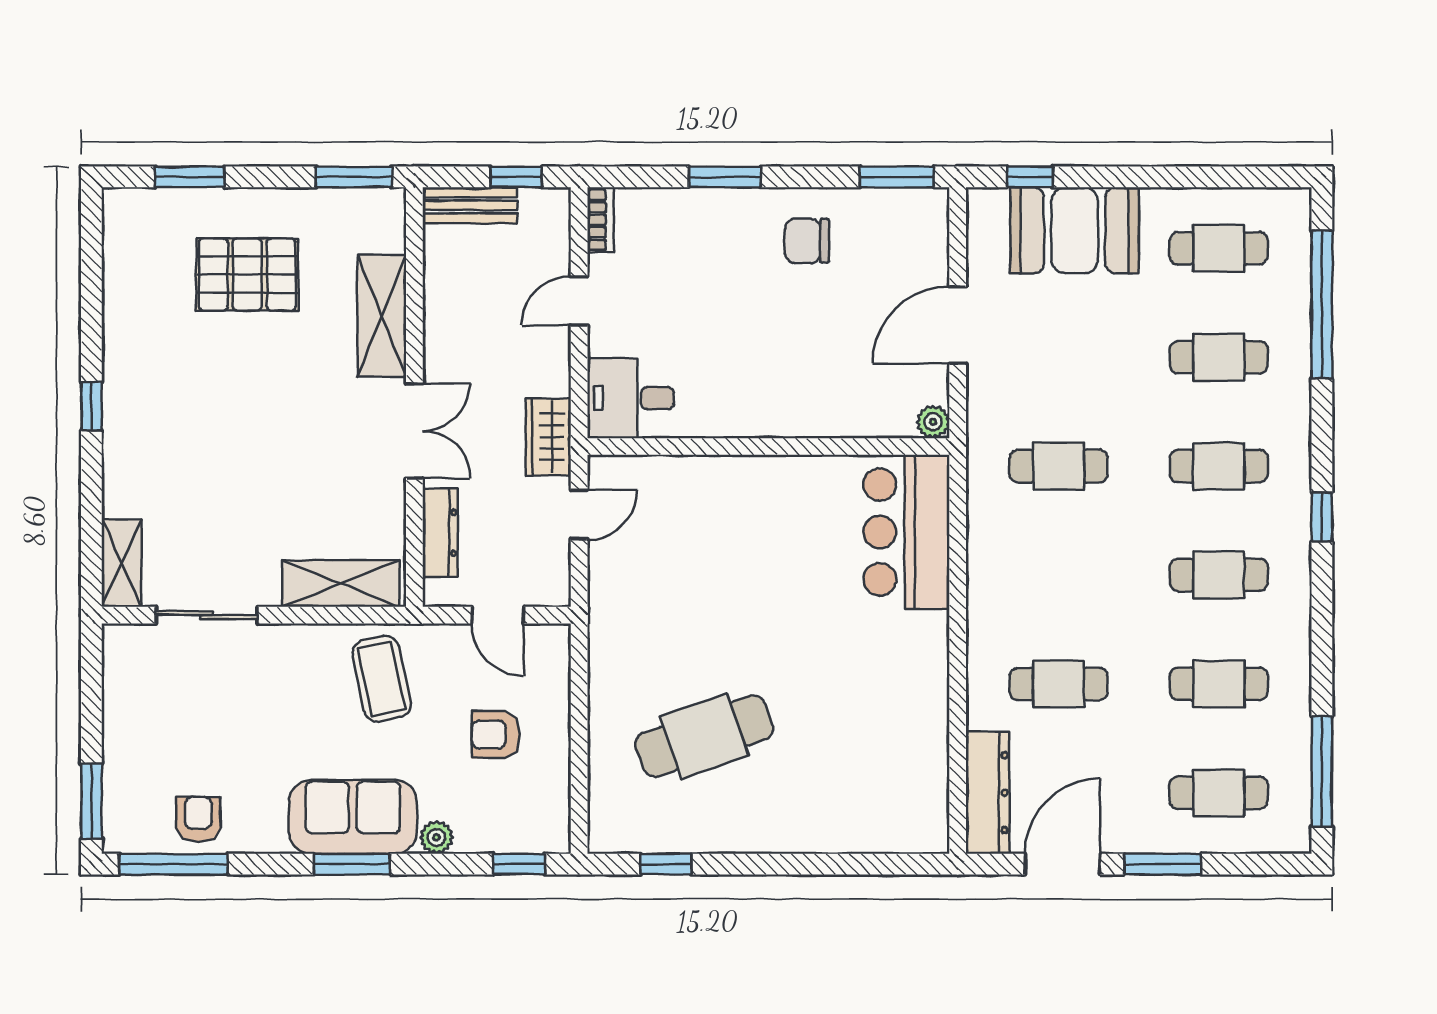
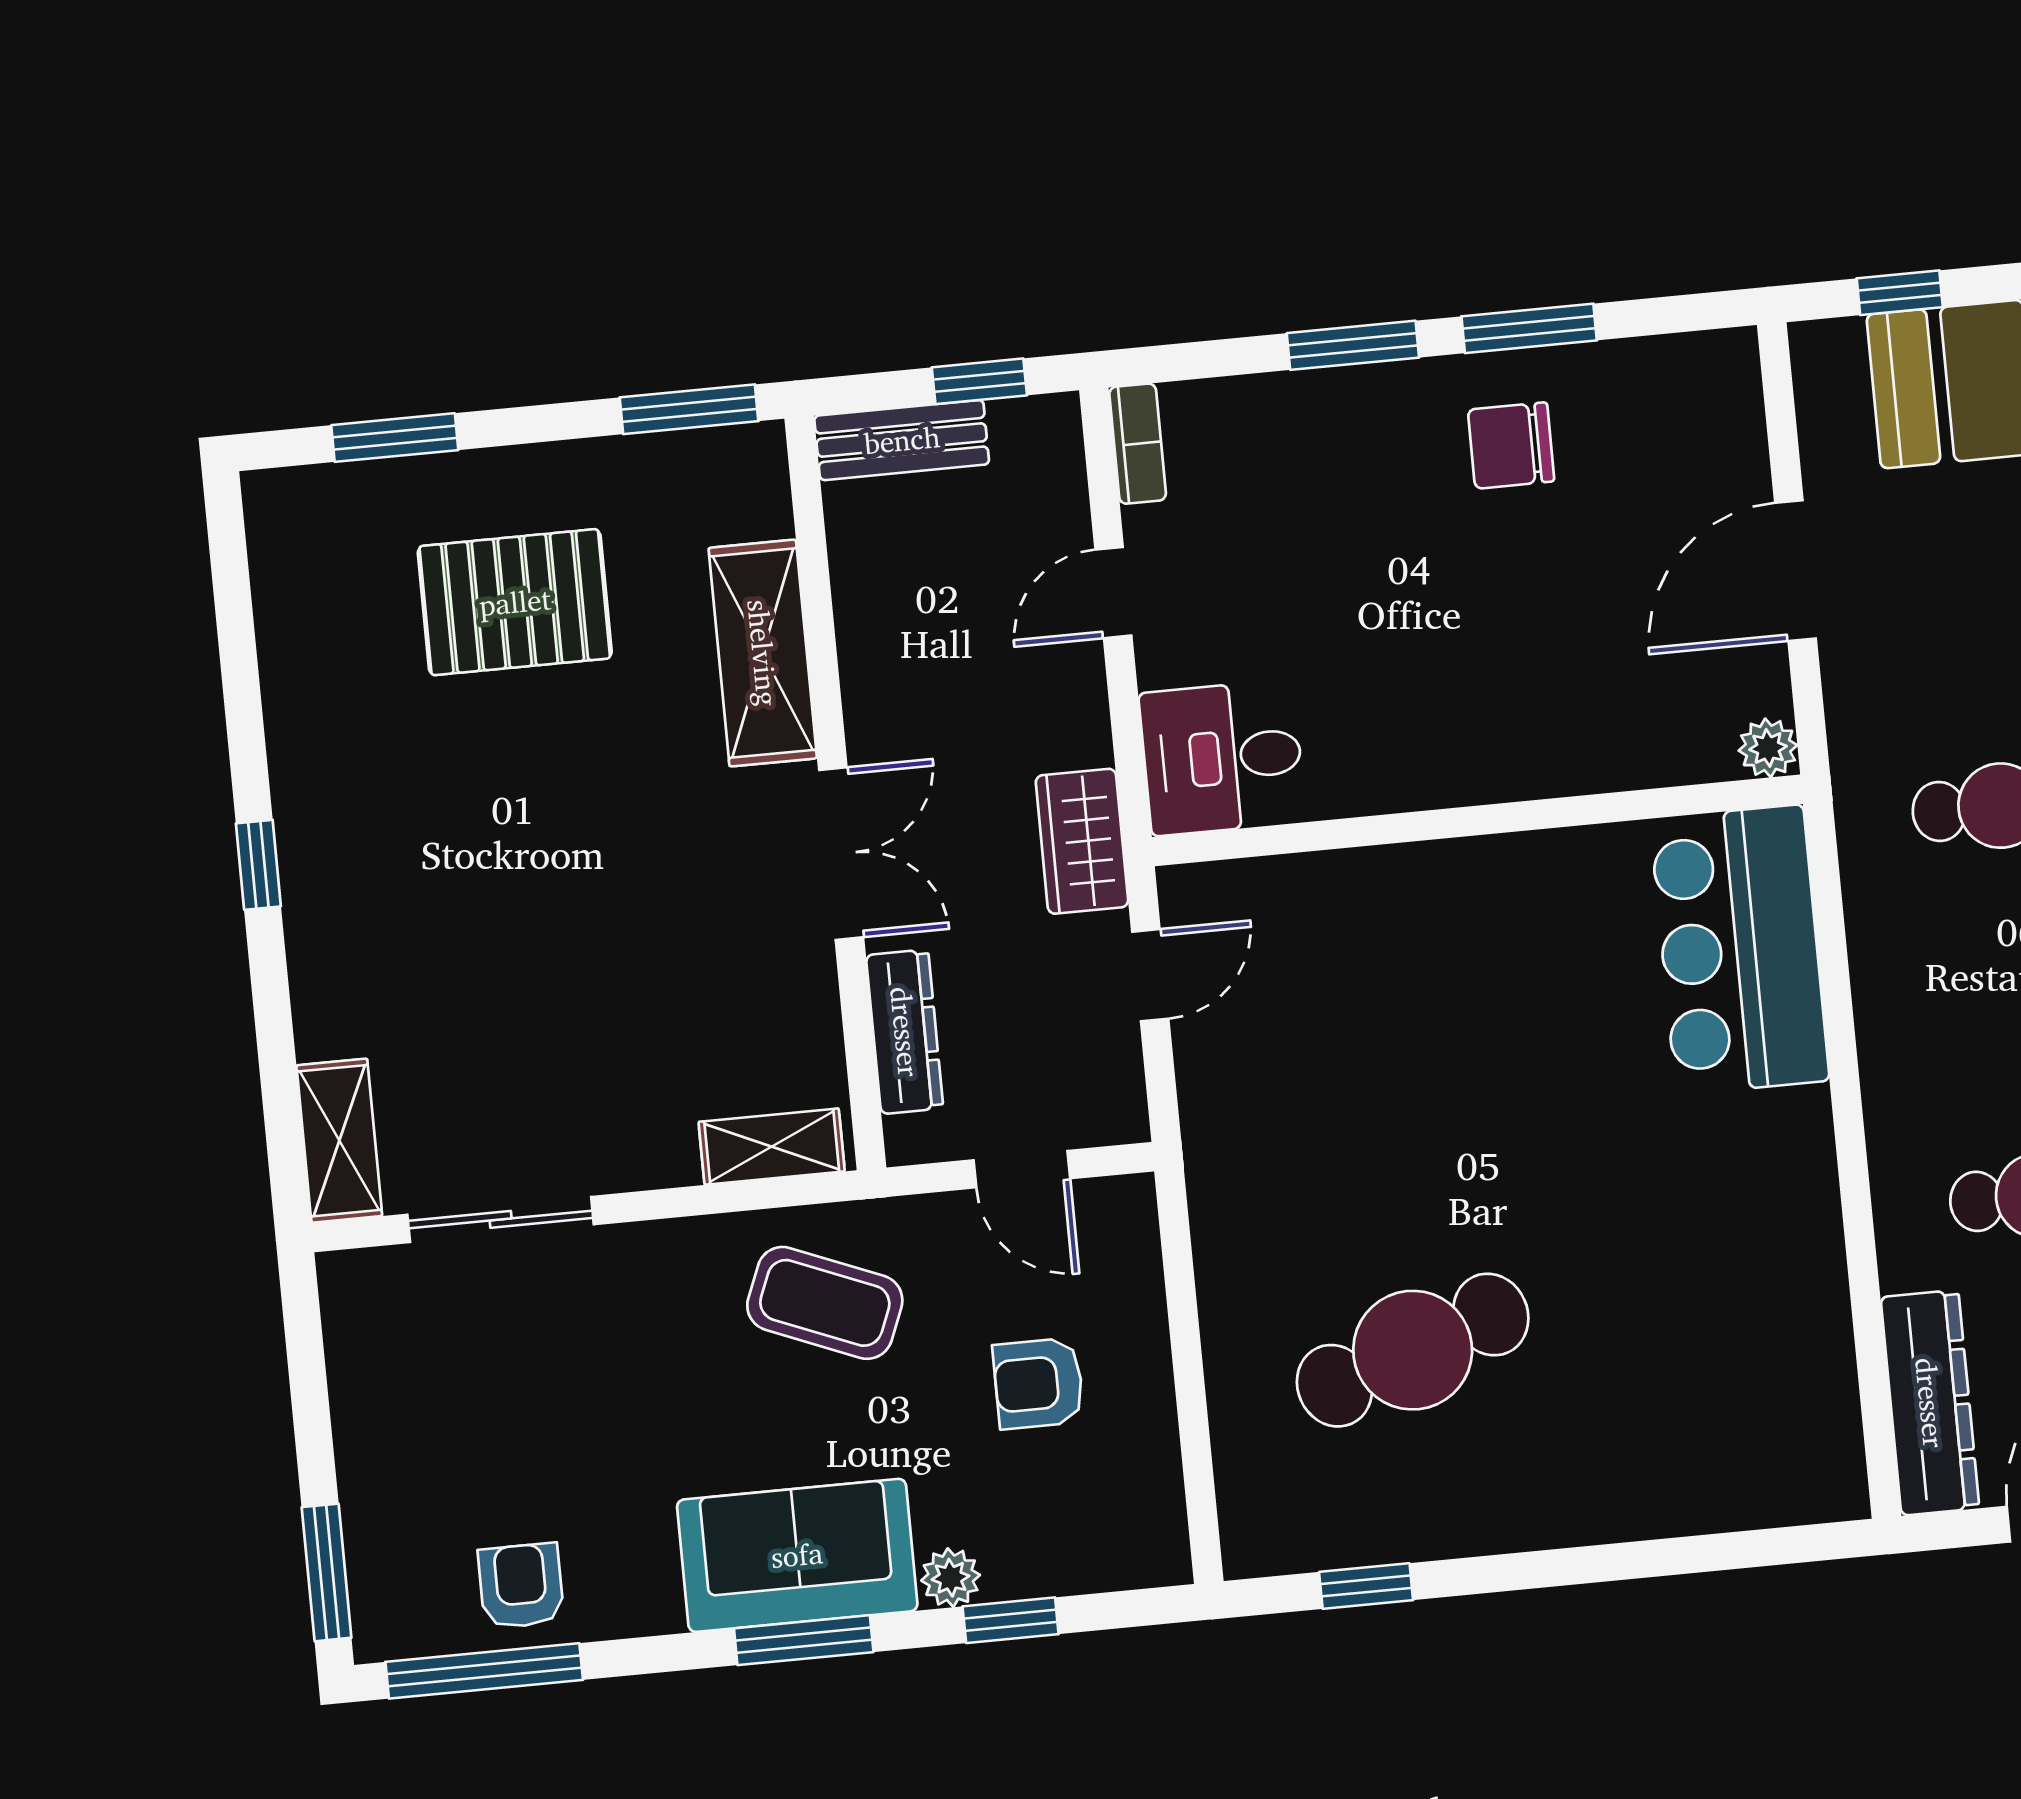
window: (897, 177) -> (1529, 328), moved
shelving: (341, 583) -> (772, 1147), width x0.67, depth x0.75
coffee table: (382, 679) -> (825, 1303), turned -56
window: (519, 864) -> (1011, 1620), moved

